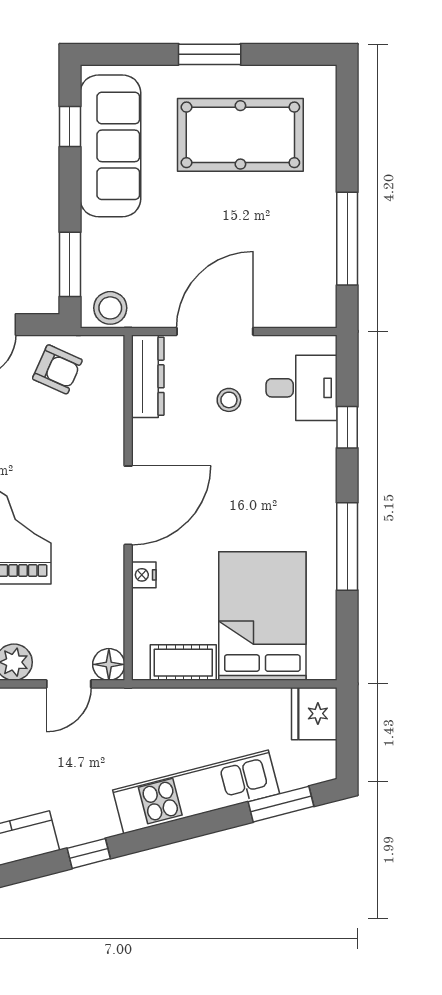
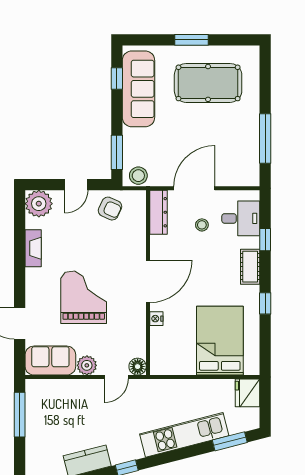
window: (347, 546) -> (265, 303), width x0.46
cot: (183, 663) -> (250, 267), moved, turned 90

